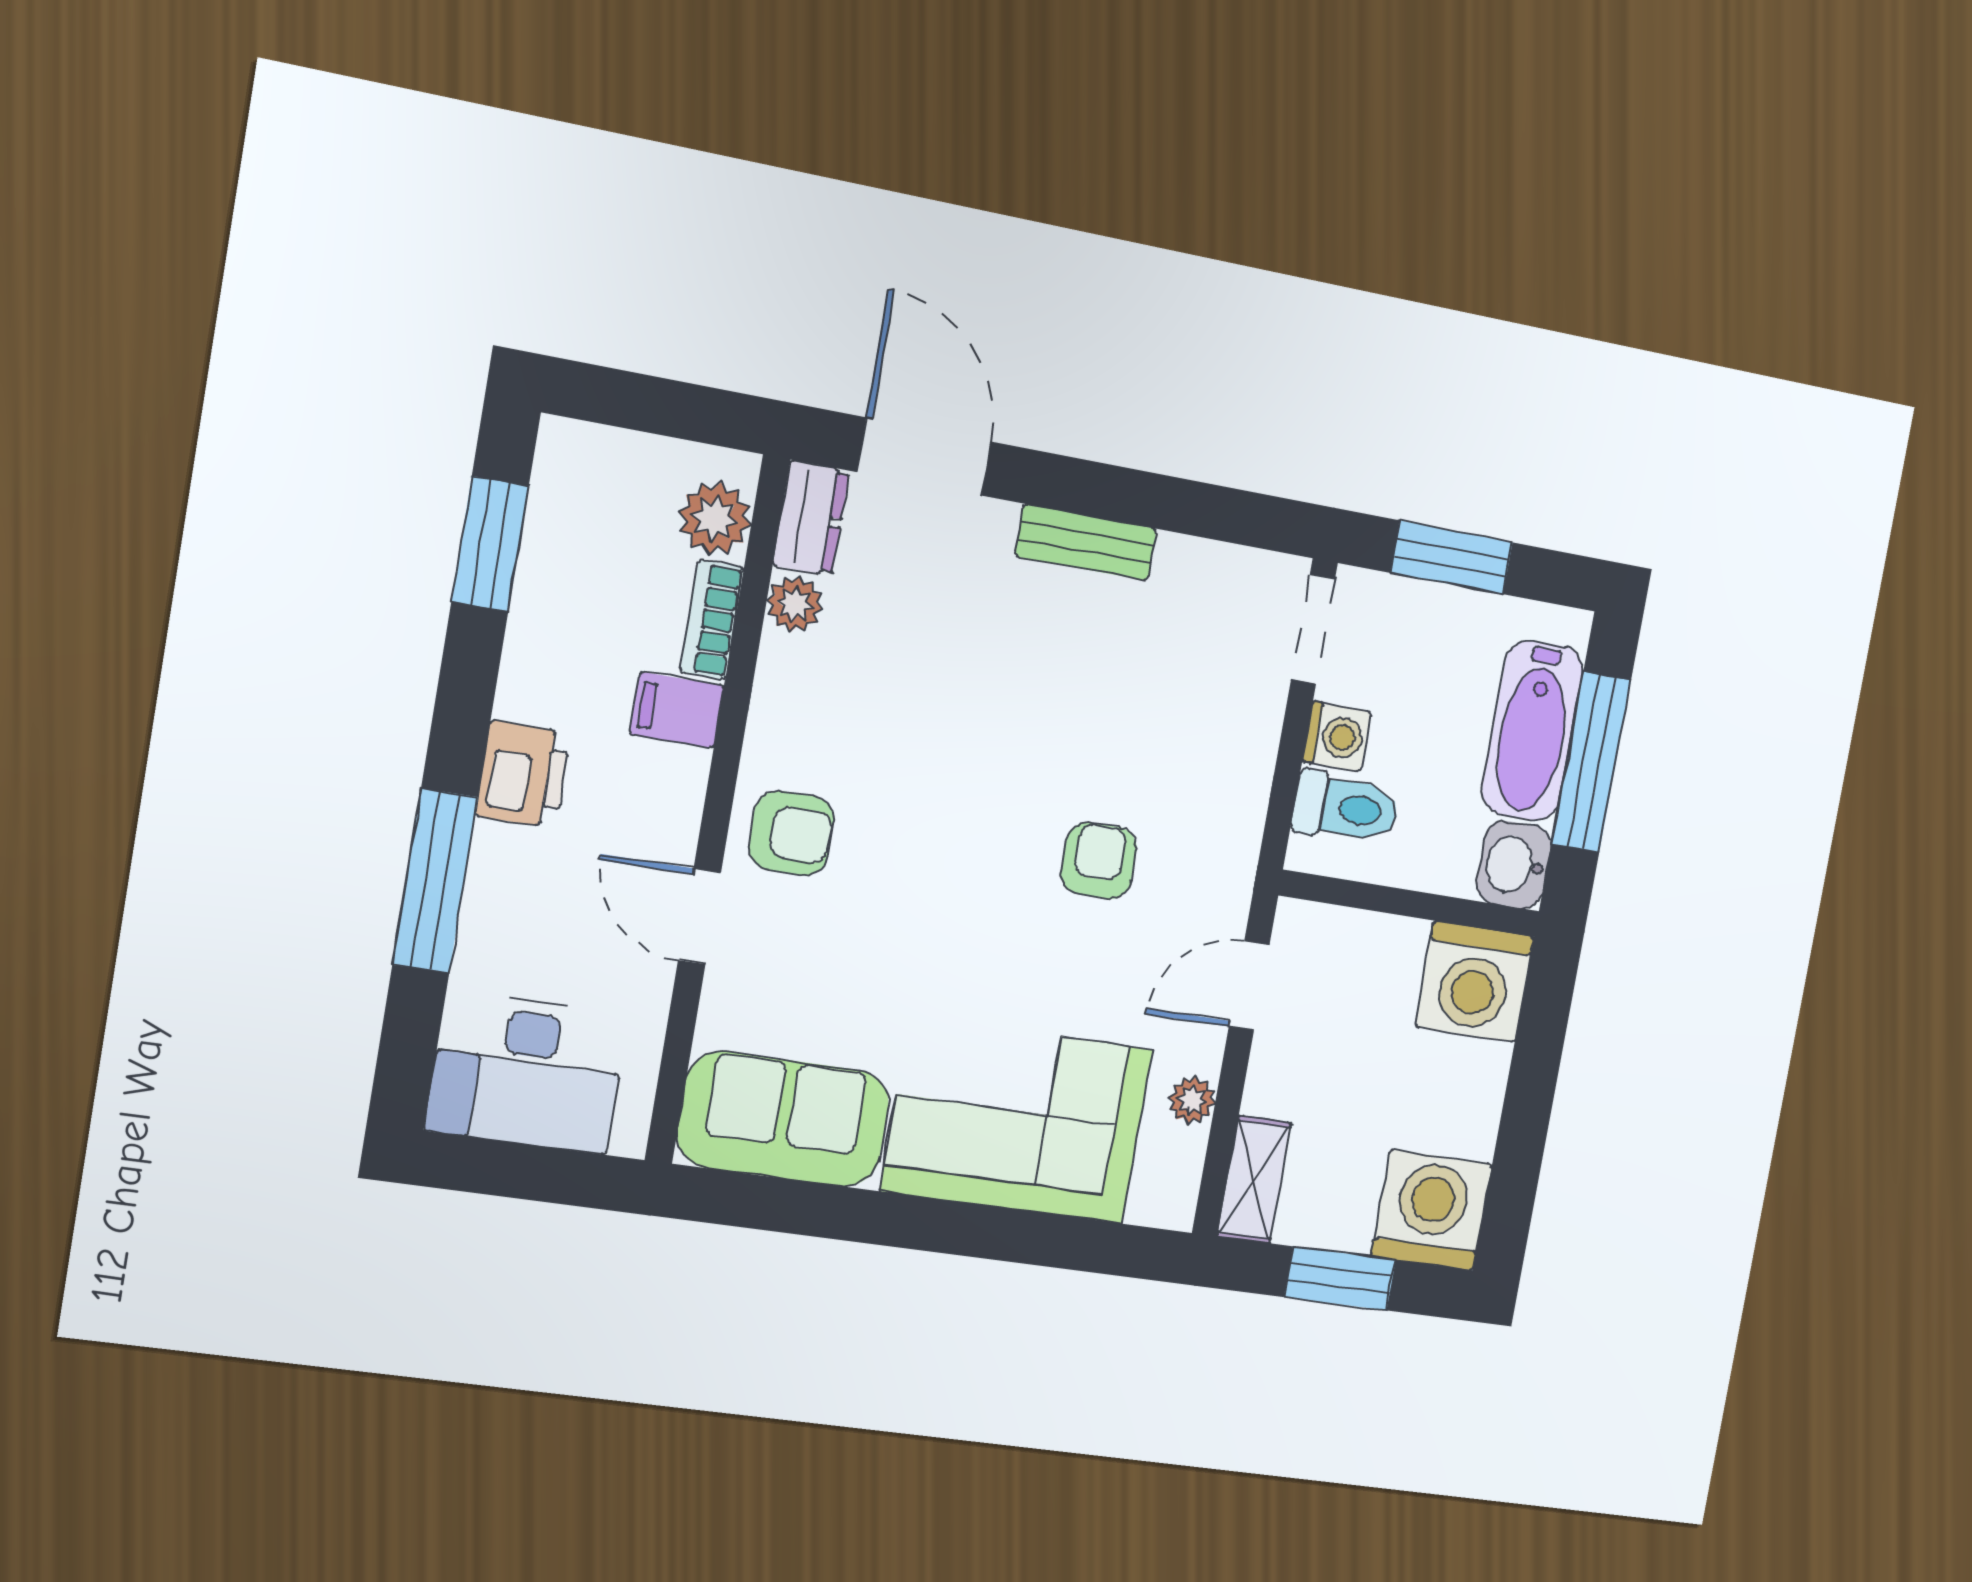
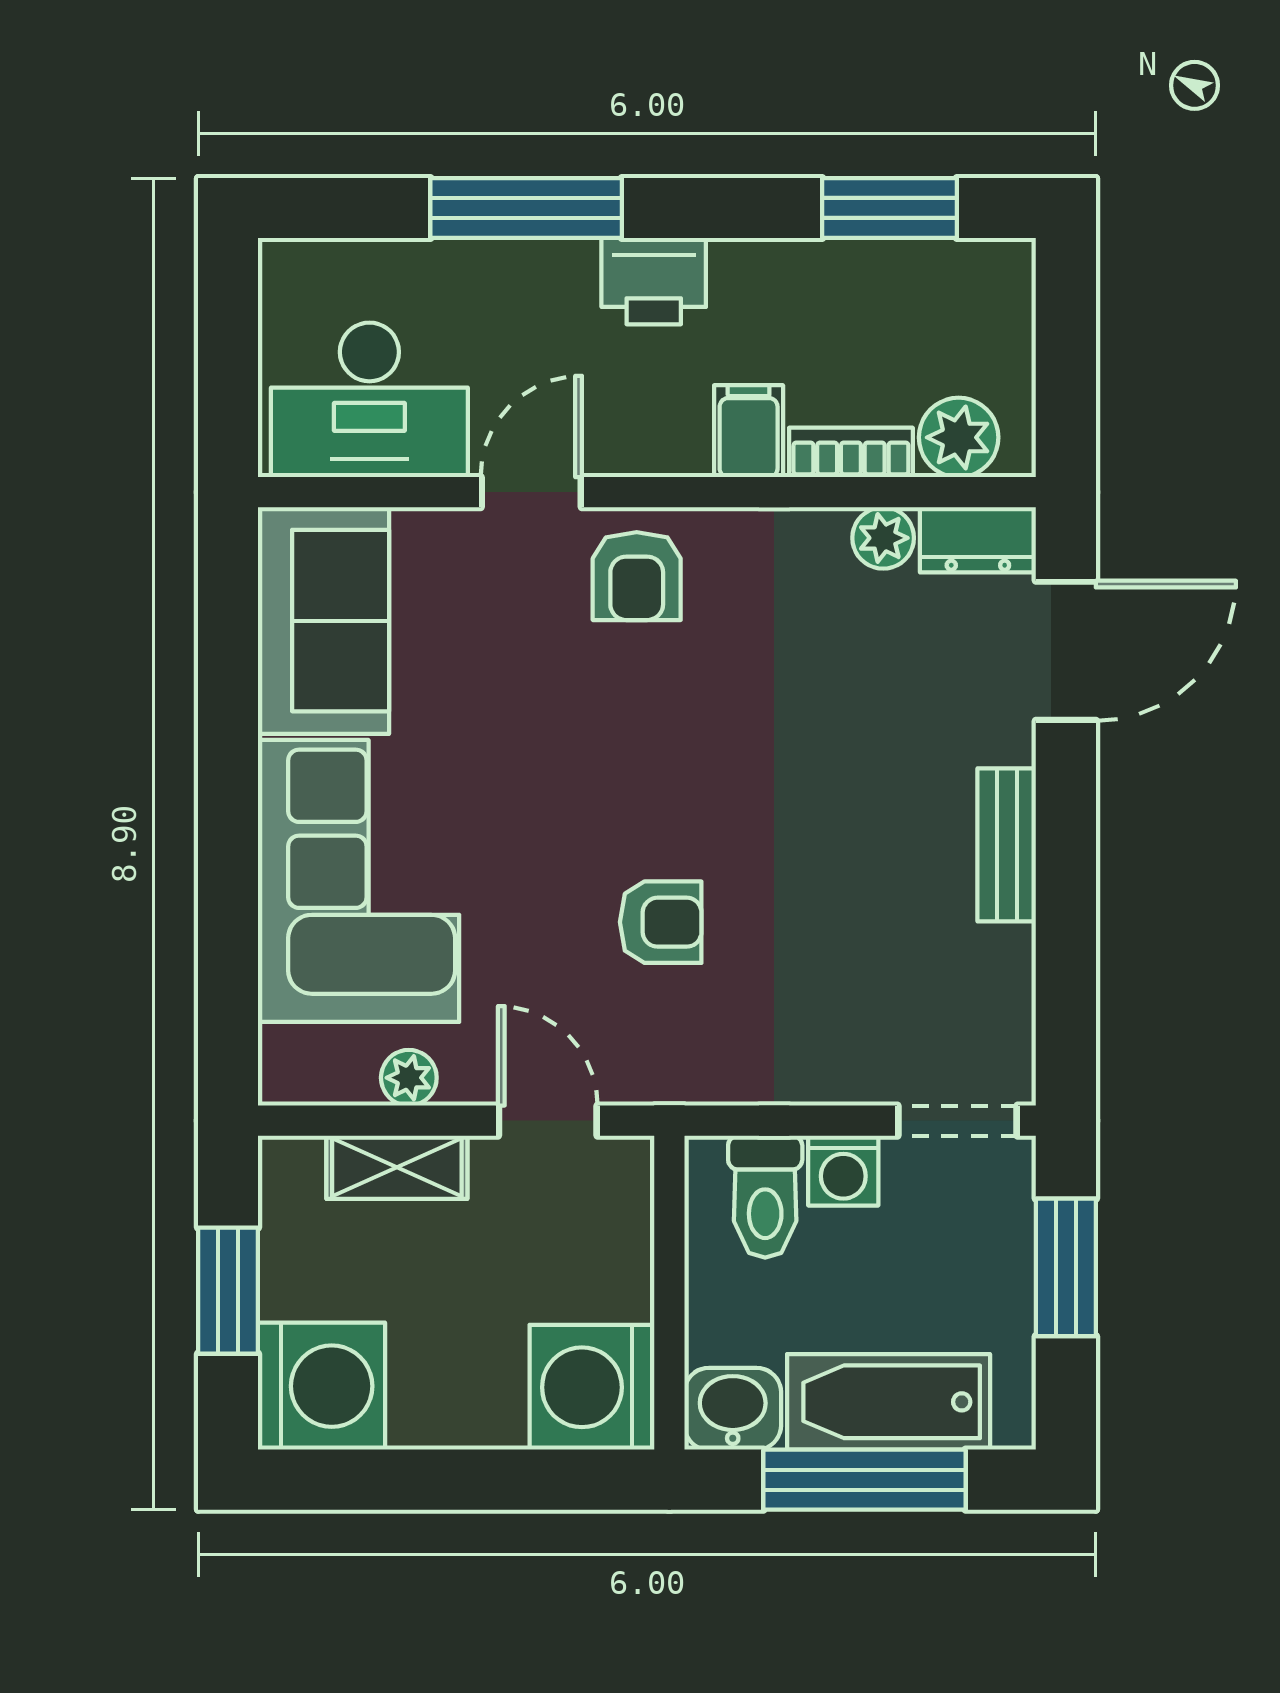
desk: (527, 1073) -> (369, 400), moved, turned -90
shelving: (1254, 1180) -> (397, 1167), moved

